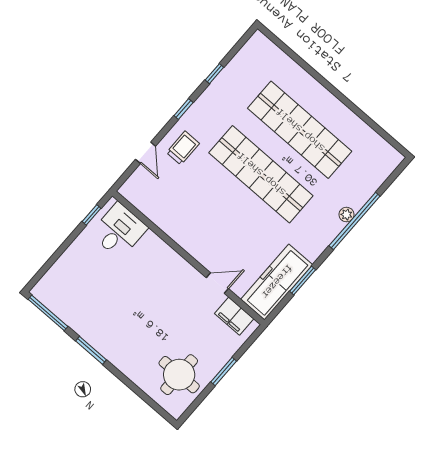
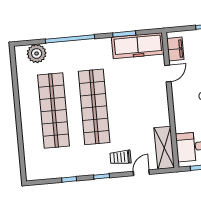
shelving: (147, 202) -> (164, 148), added
plant: (347, 215) -> (37, 53), moved, width x1.88, depth x1.88
door: (217, 283) -> (168, 73), swing flipped

